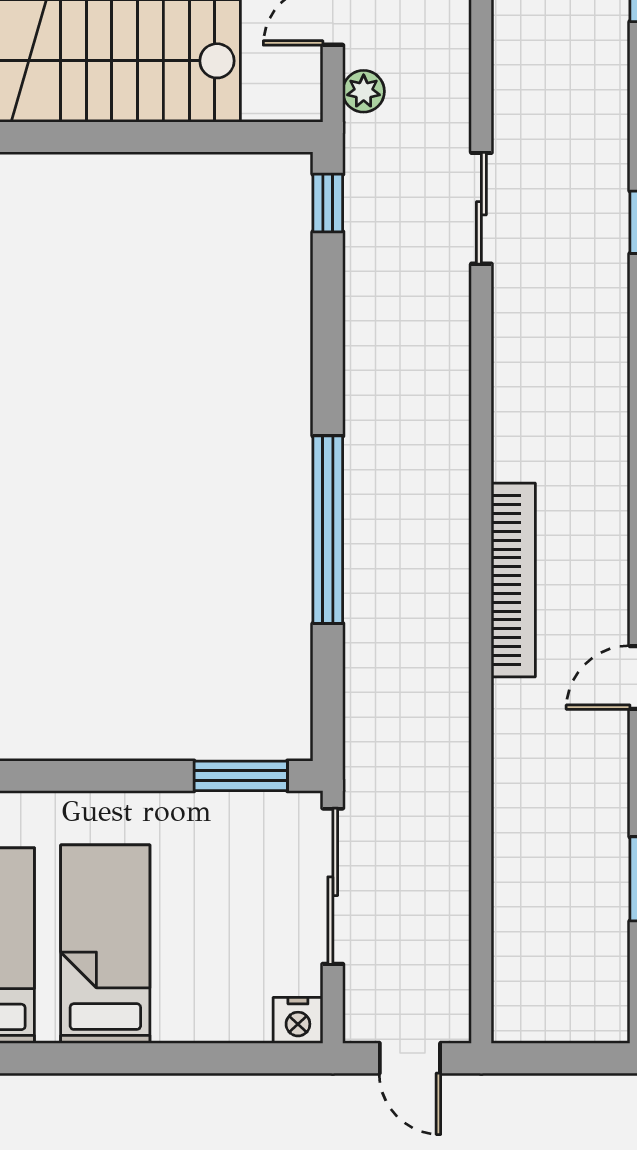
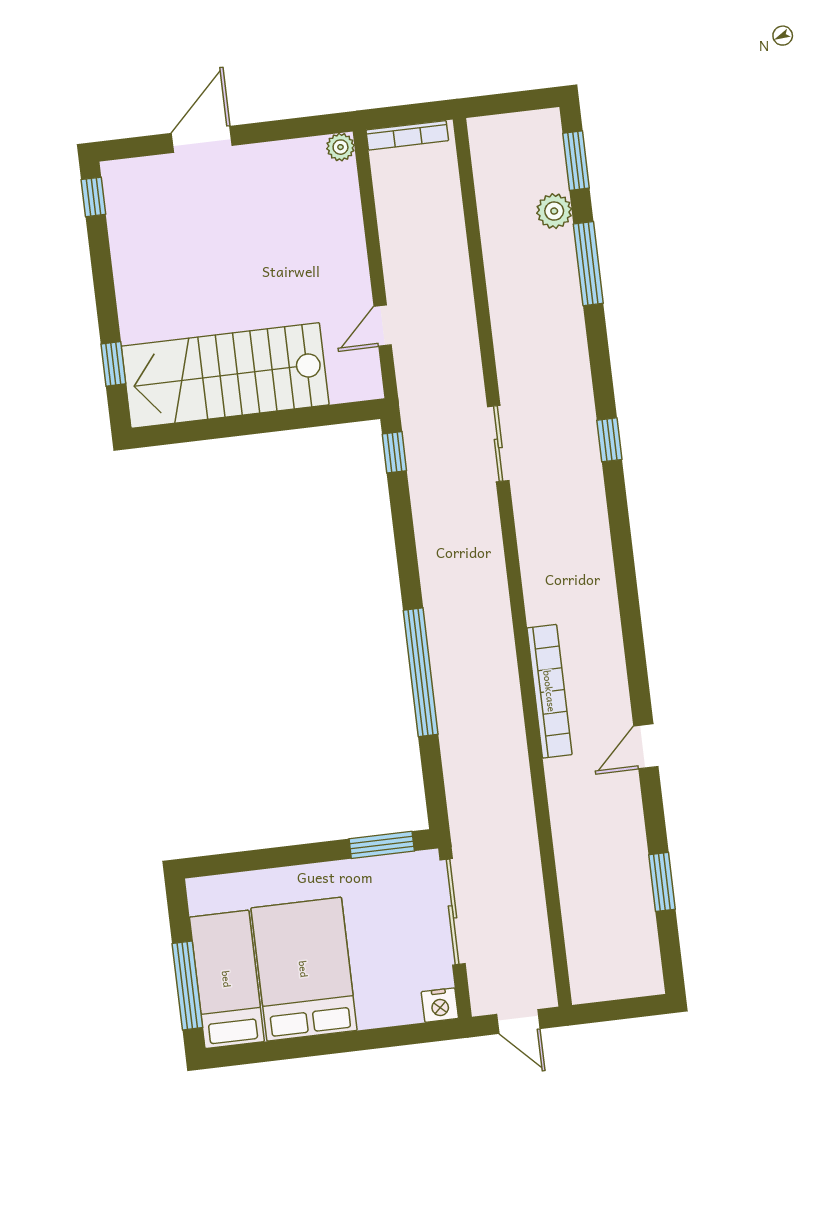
plant: (364, 91) -> (409, 374), removed
bed: (105, 944) -> (304, 969), width x1.50

